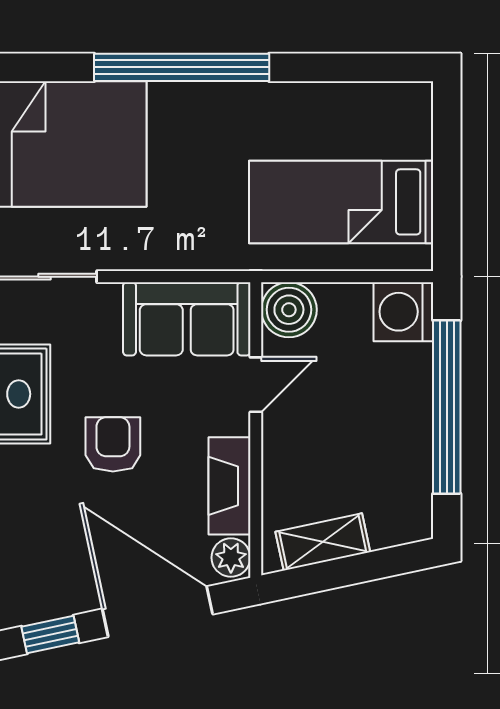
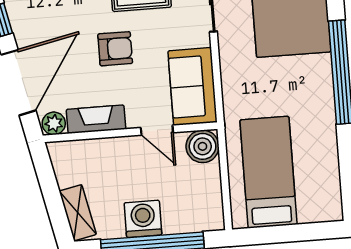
washing machine: (403, 312) -> (143, 219), moved
shelving: (323, 542) -> (78, 213), moved

